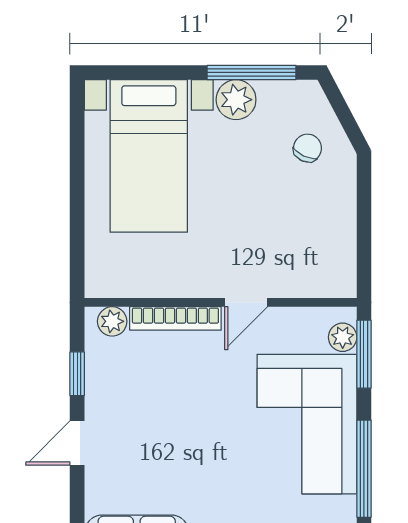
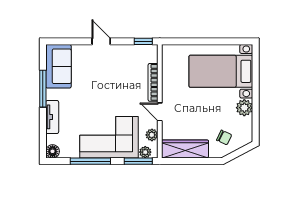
window: (252, 72) -> (256, 114), removed
wardrobe: (335, 242) -> (185, 149), added
plant: (112, 321) -> (152, 135), moved
window: (77, 374) -> (143, 41), moved

